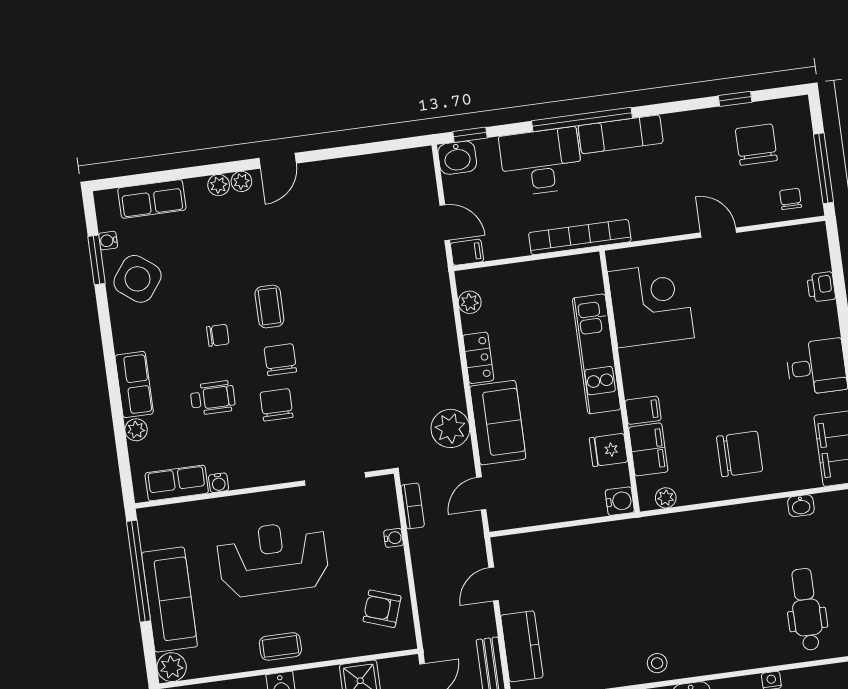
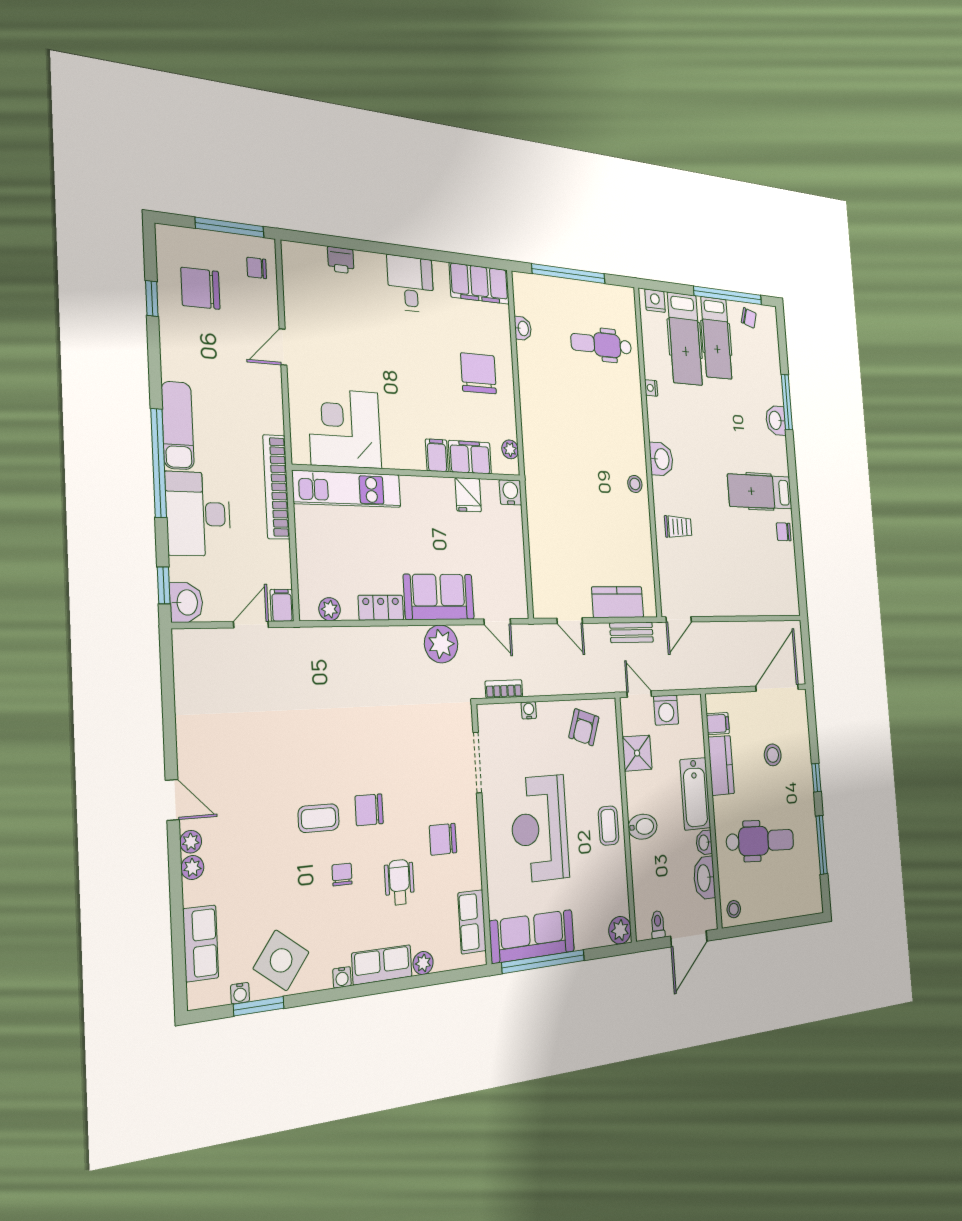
kitchen unit: (596, 354) -> (347, 489), moved
chair: (276, 405) -> (443, 839), moved
water cooler: (219, 483) -> (342, 977), moved, turned 90
sofa: (170, 600) -> (532, 936), moved

